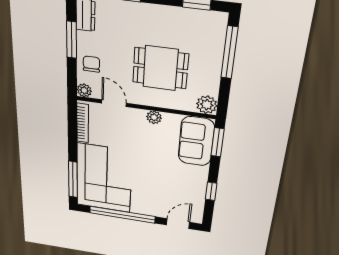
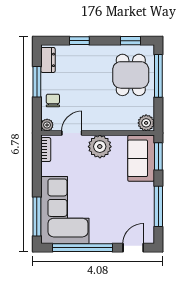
dining table: (160, 68) -> (131, 75), moved, turned 90
door: (114, 103) -> (72, 133), hinge flipped
plant: (154, 117) -> (100, 147), width x1.88, depth x1.88
bookcase: (83, 123) -> (46, 150), width x0.64
window: (211, 191) -> (158, 206), width x2.17

